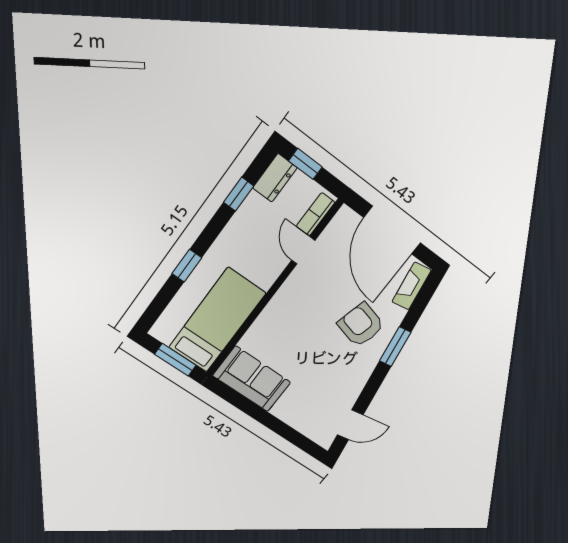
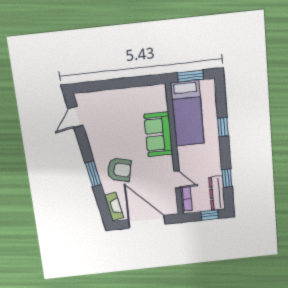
dresser: (275, 178) -> (217, 193), width x1.44
sofa: (252, 379) -> (158, 134), moved, turned 90

